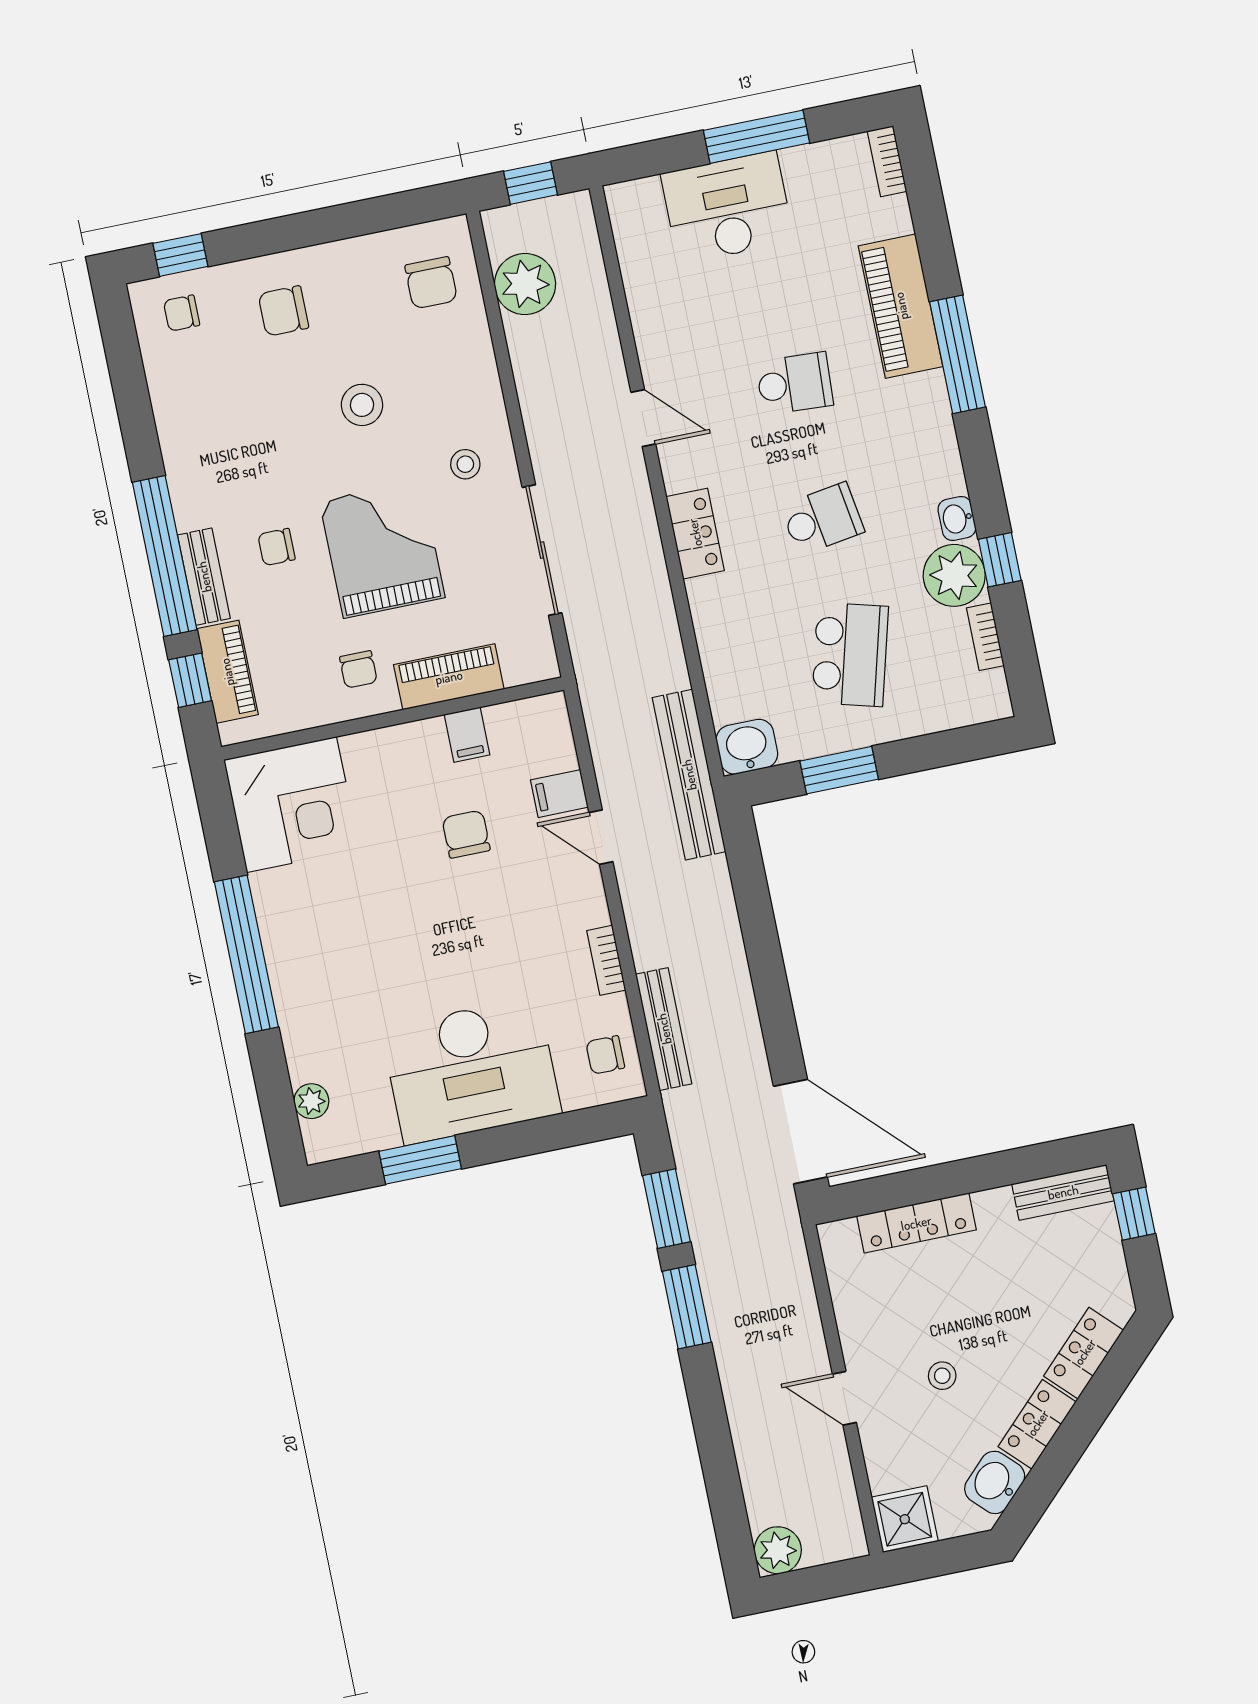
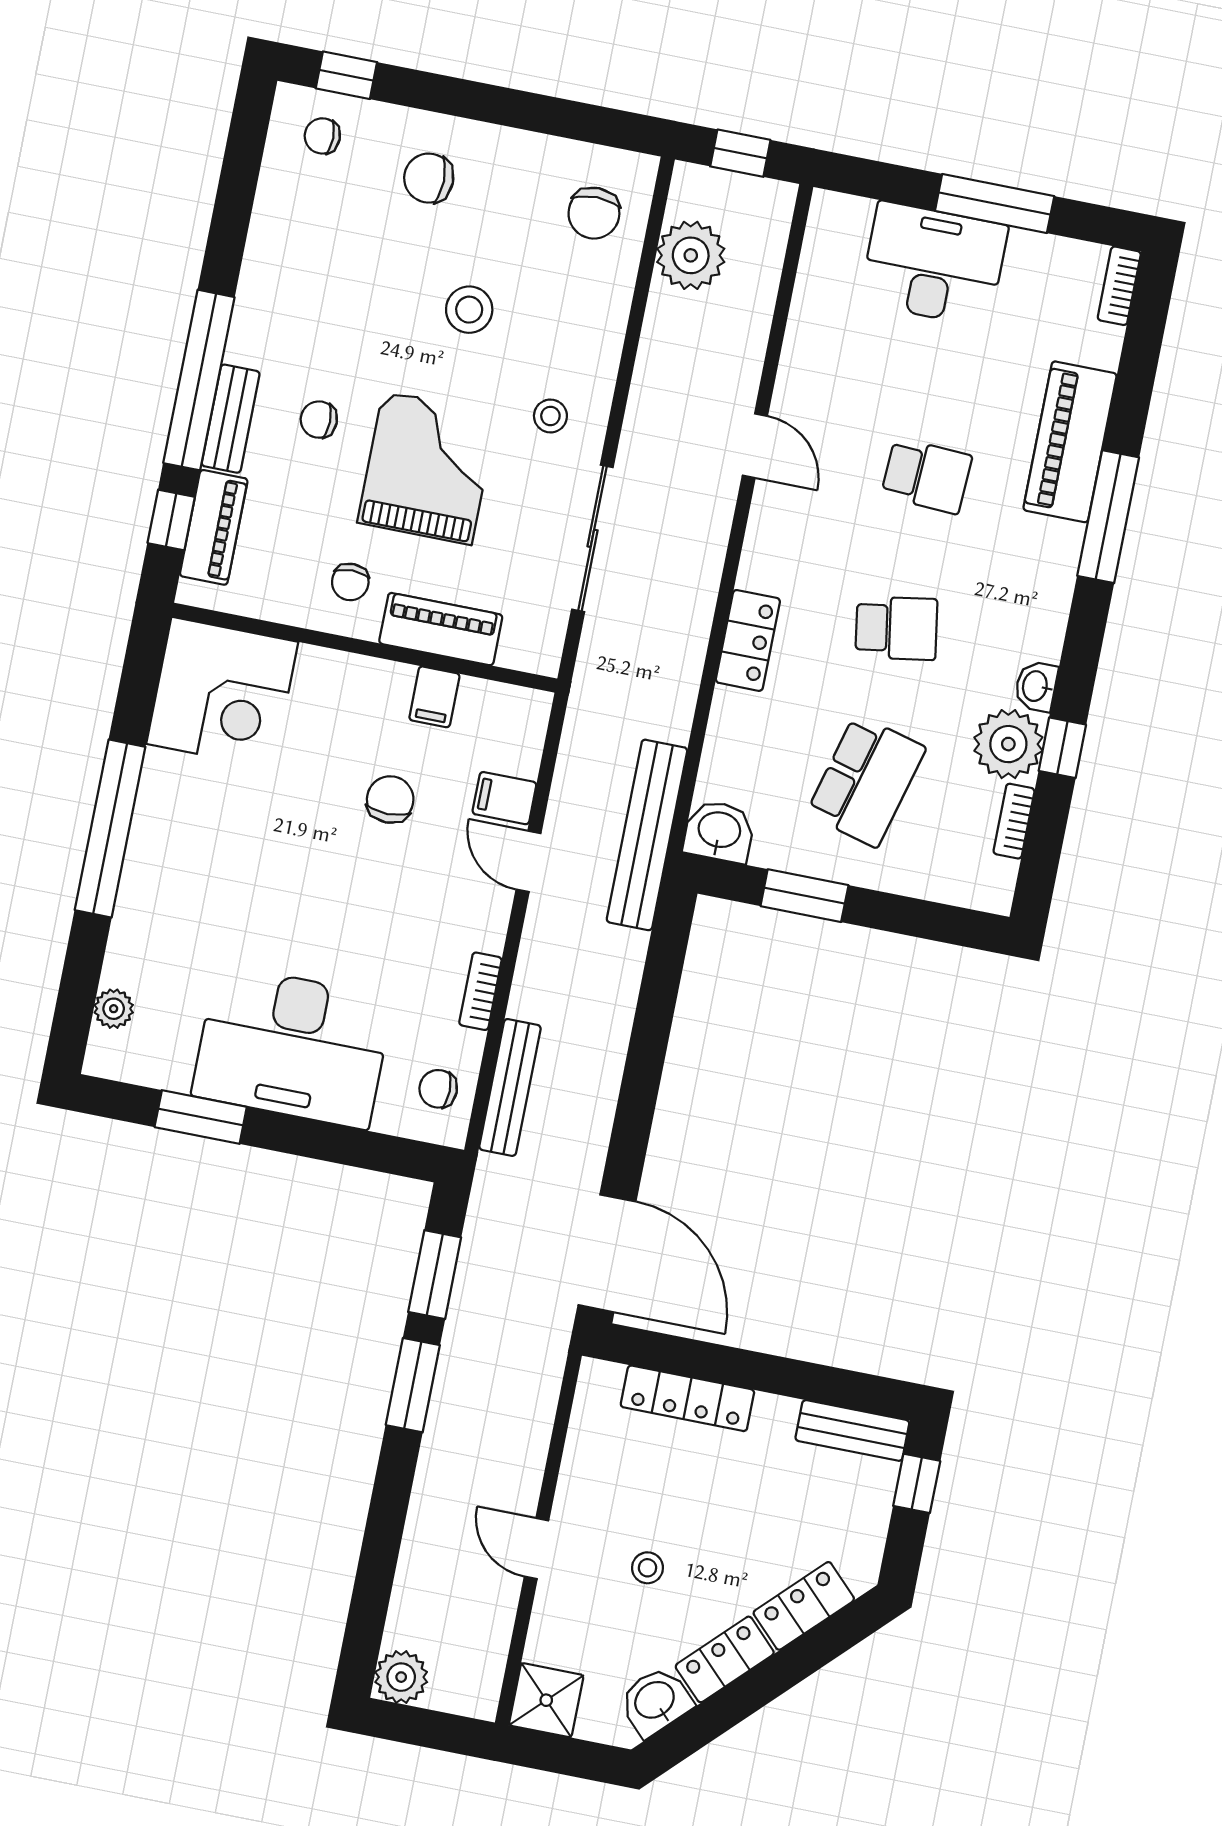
locker: (695, 534) -> (748, 640), moved

